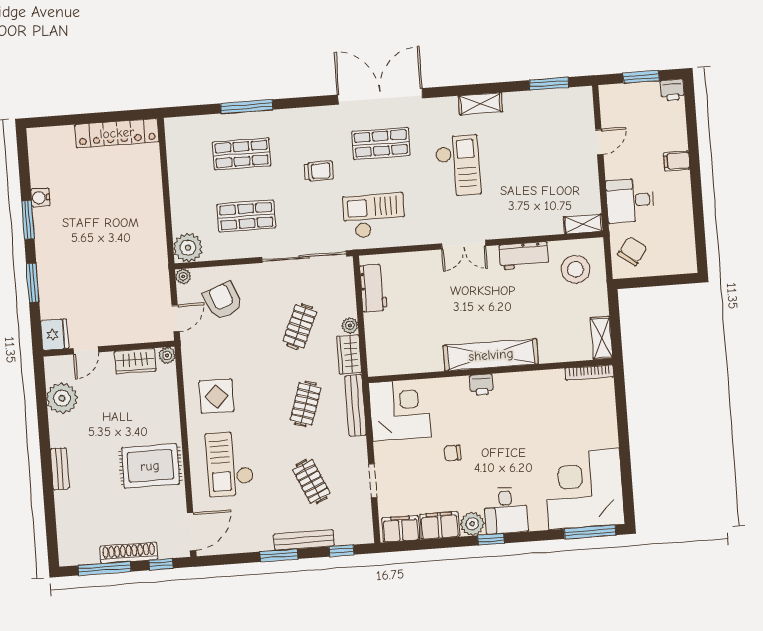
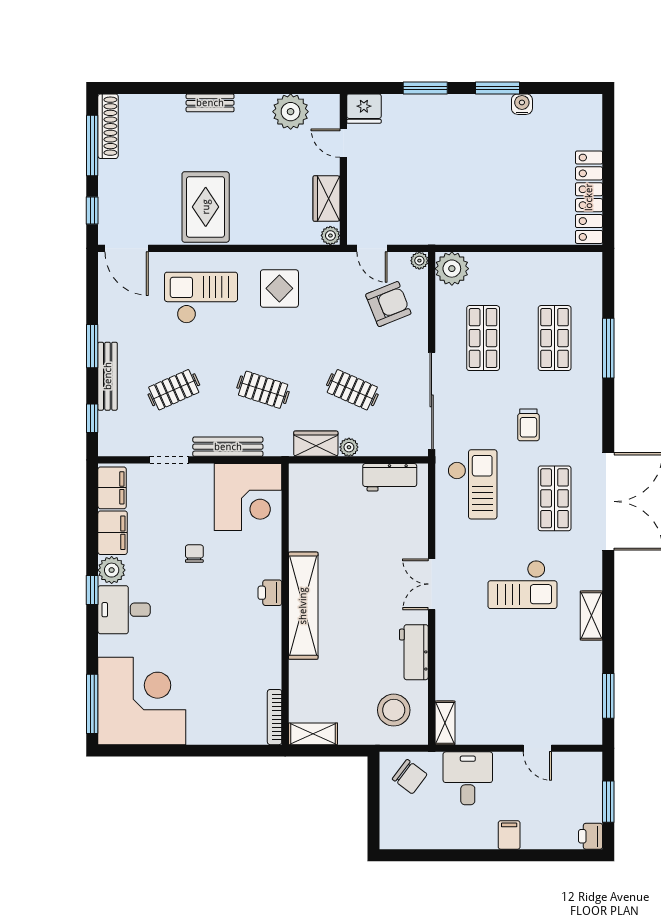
bench: (355, 405) -> (228, 447), moved
shoe rack: (129, 553) -> (108, 126), moved

